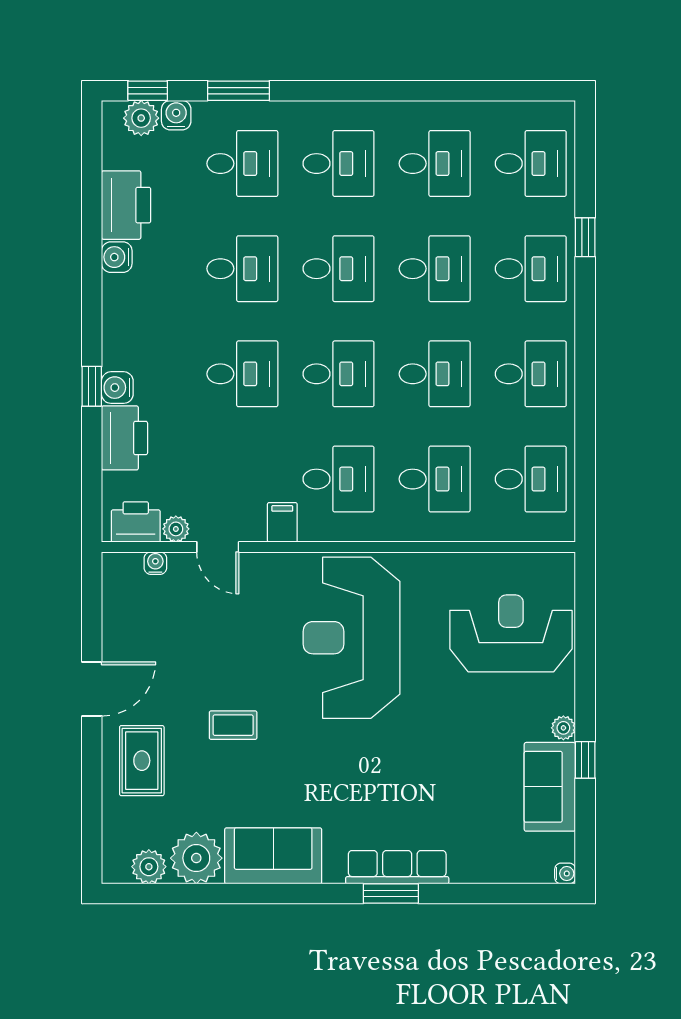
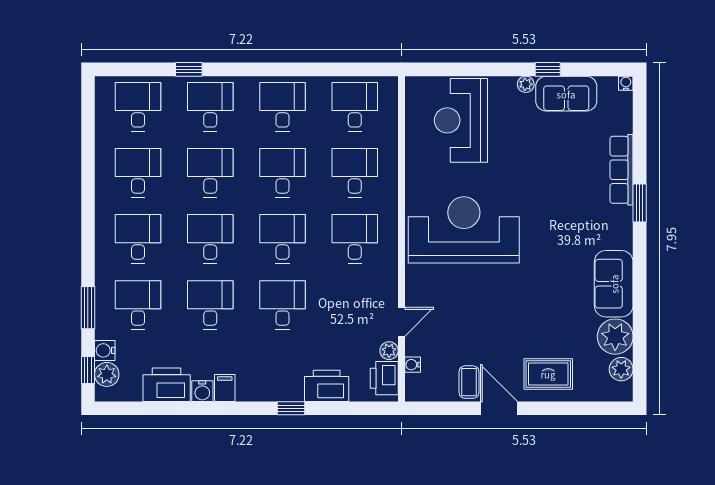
water cooler: (117, 388) -> (292, 391), removed
filing cabinet: (282, 522) -> (225, 388), moved, turned 90
reception desk: (352, 638) -> (464, 230), turned 180
coffee table: (233, 725) -> (469, 382), moved
row of seats: (397, 867) -> (622, 170), moved

